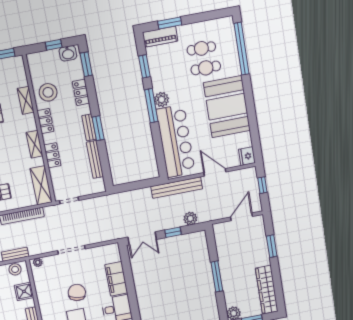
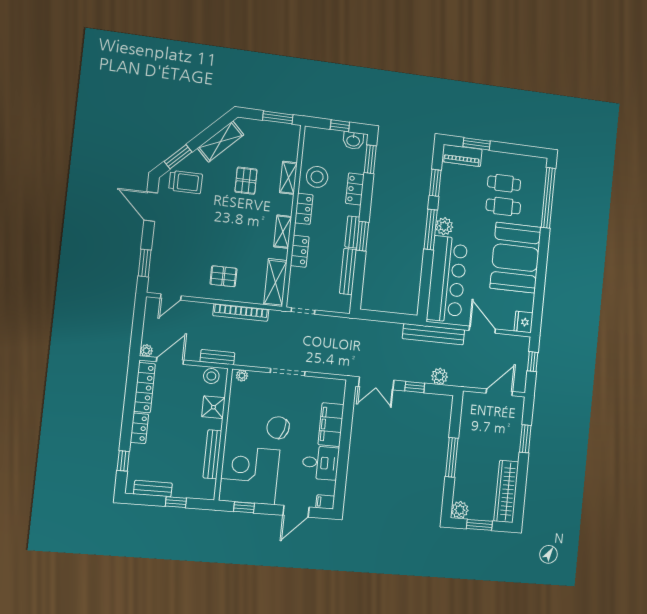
chair: (77, 292) -> (278, 428), turned -86

